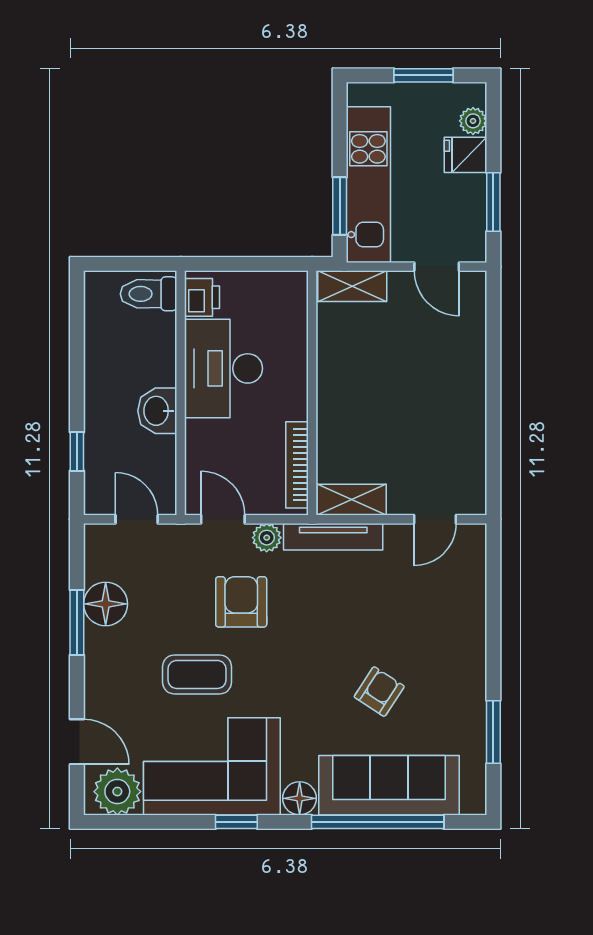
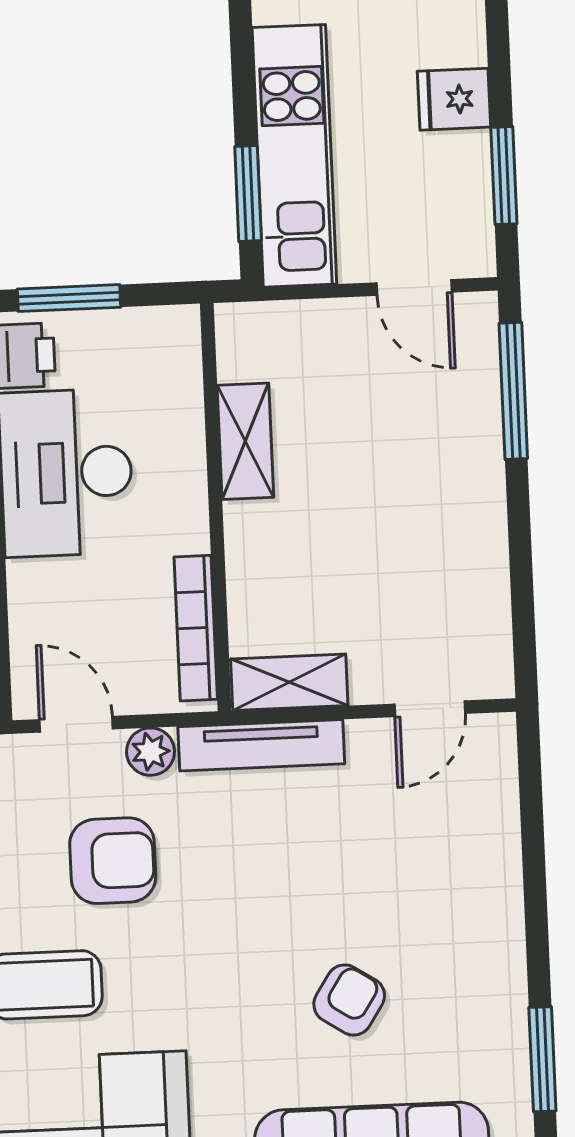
plant: (473, 121) -> (464, 42), removed
window: (230, 264) -> (69, 298), added
shelving: (352, 286) -> (245, 441), moved, turned 90
window: (493, 331) -> (513, 391), added
armchair: (241, 602) -> (113, 861), turned 90

